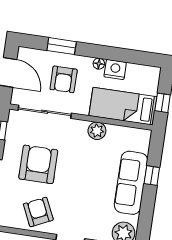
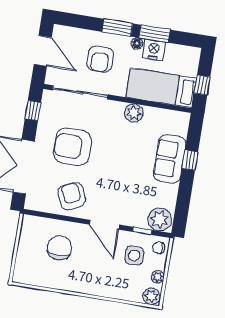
window: (62, 46) -> (117, 28), moved
window: (116, 54) -> (154, 34), added
armchair: (38, 164) -> (72, 147), turned -90
sofa: (131, 183) -> (170, 159), width x0.73

